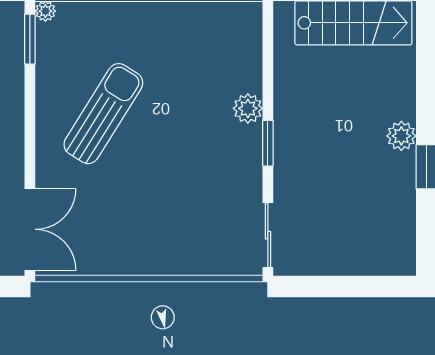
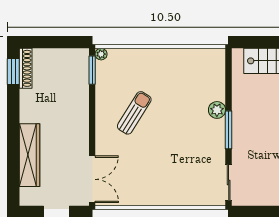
sun lounger: (103, 114) -> (134, 113), width x0.73, depth x0.75
window: (268, 143) -> (229, 130), width x1.44

